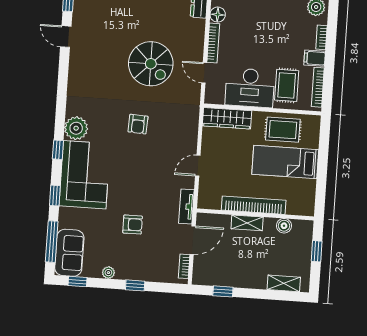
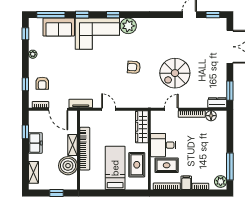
desk: (250, 88) -> (163, 145), width x0.73
armchair: (133, 225) -> (42, 83), moved
boiler: (284, 226) -> (68, 166), width x1.86, depth x1.86
sofa: (69, 253) -> (59, 27), moved
freezer: (240, 278) -> (35, 143), added
window: (135, 285) -> (25, 84), moved

